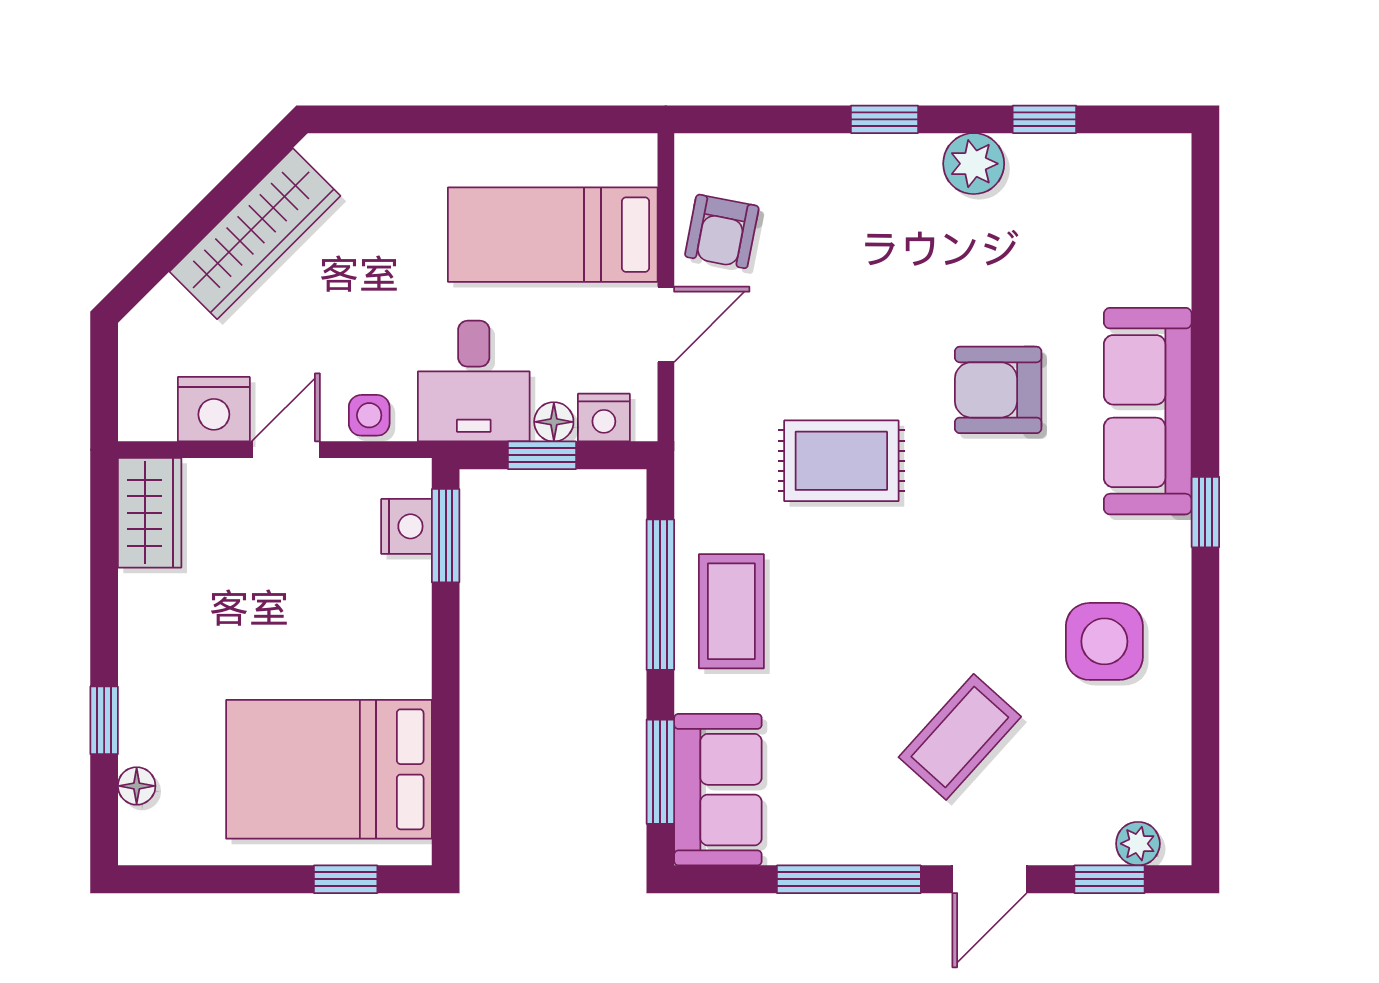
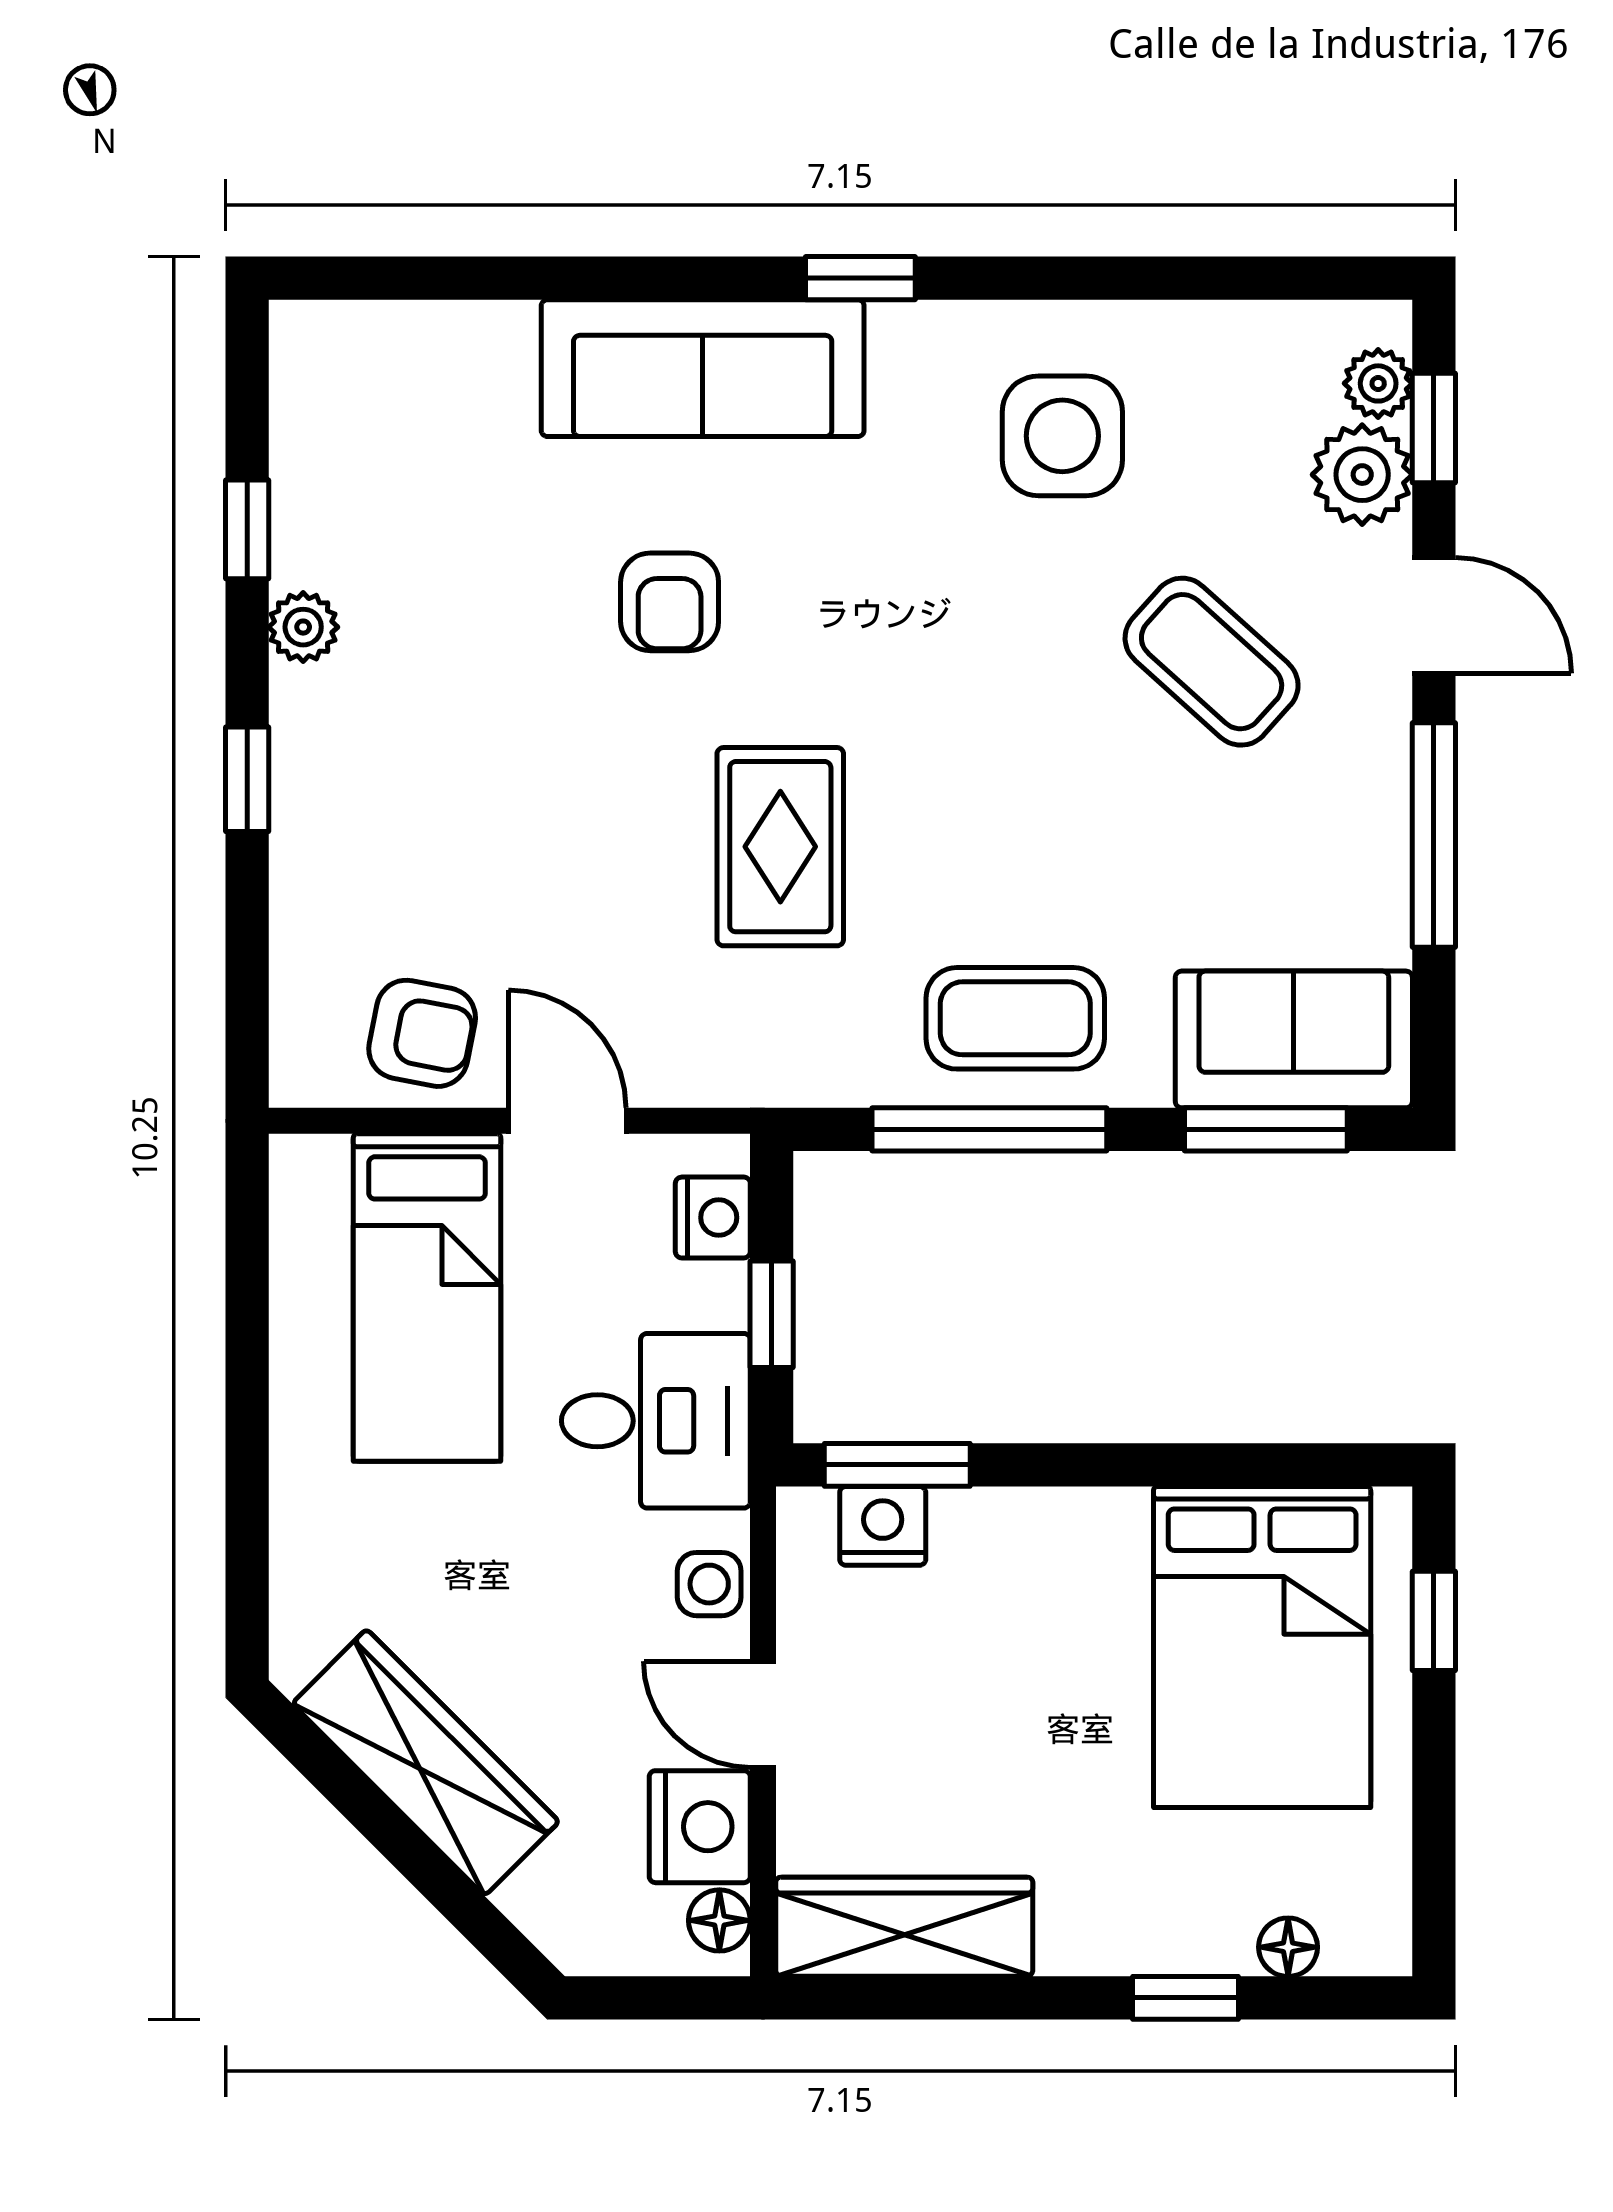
plant: (974, 164) -> (303, 627), width x0.73, depth x0.73
armchair: (998, 390) -> (670, 602), width x0.72, depth x0.72
floor lamp: (554, 422) -> (719, 1920), moved
wardrobe: (150, 513) -> (904, 1927), width x1.50
plant: (1080, 833) -> (1362, 475), added

